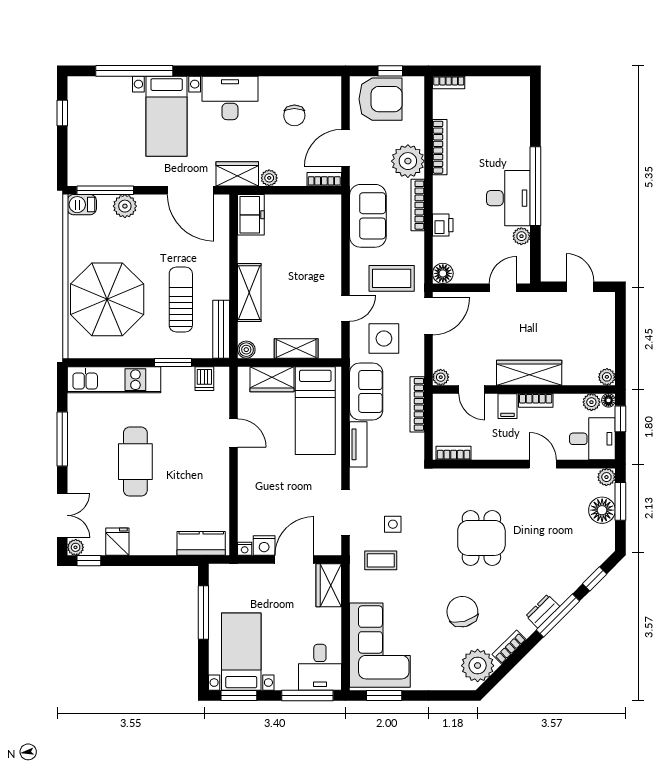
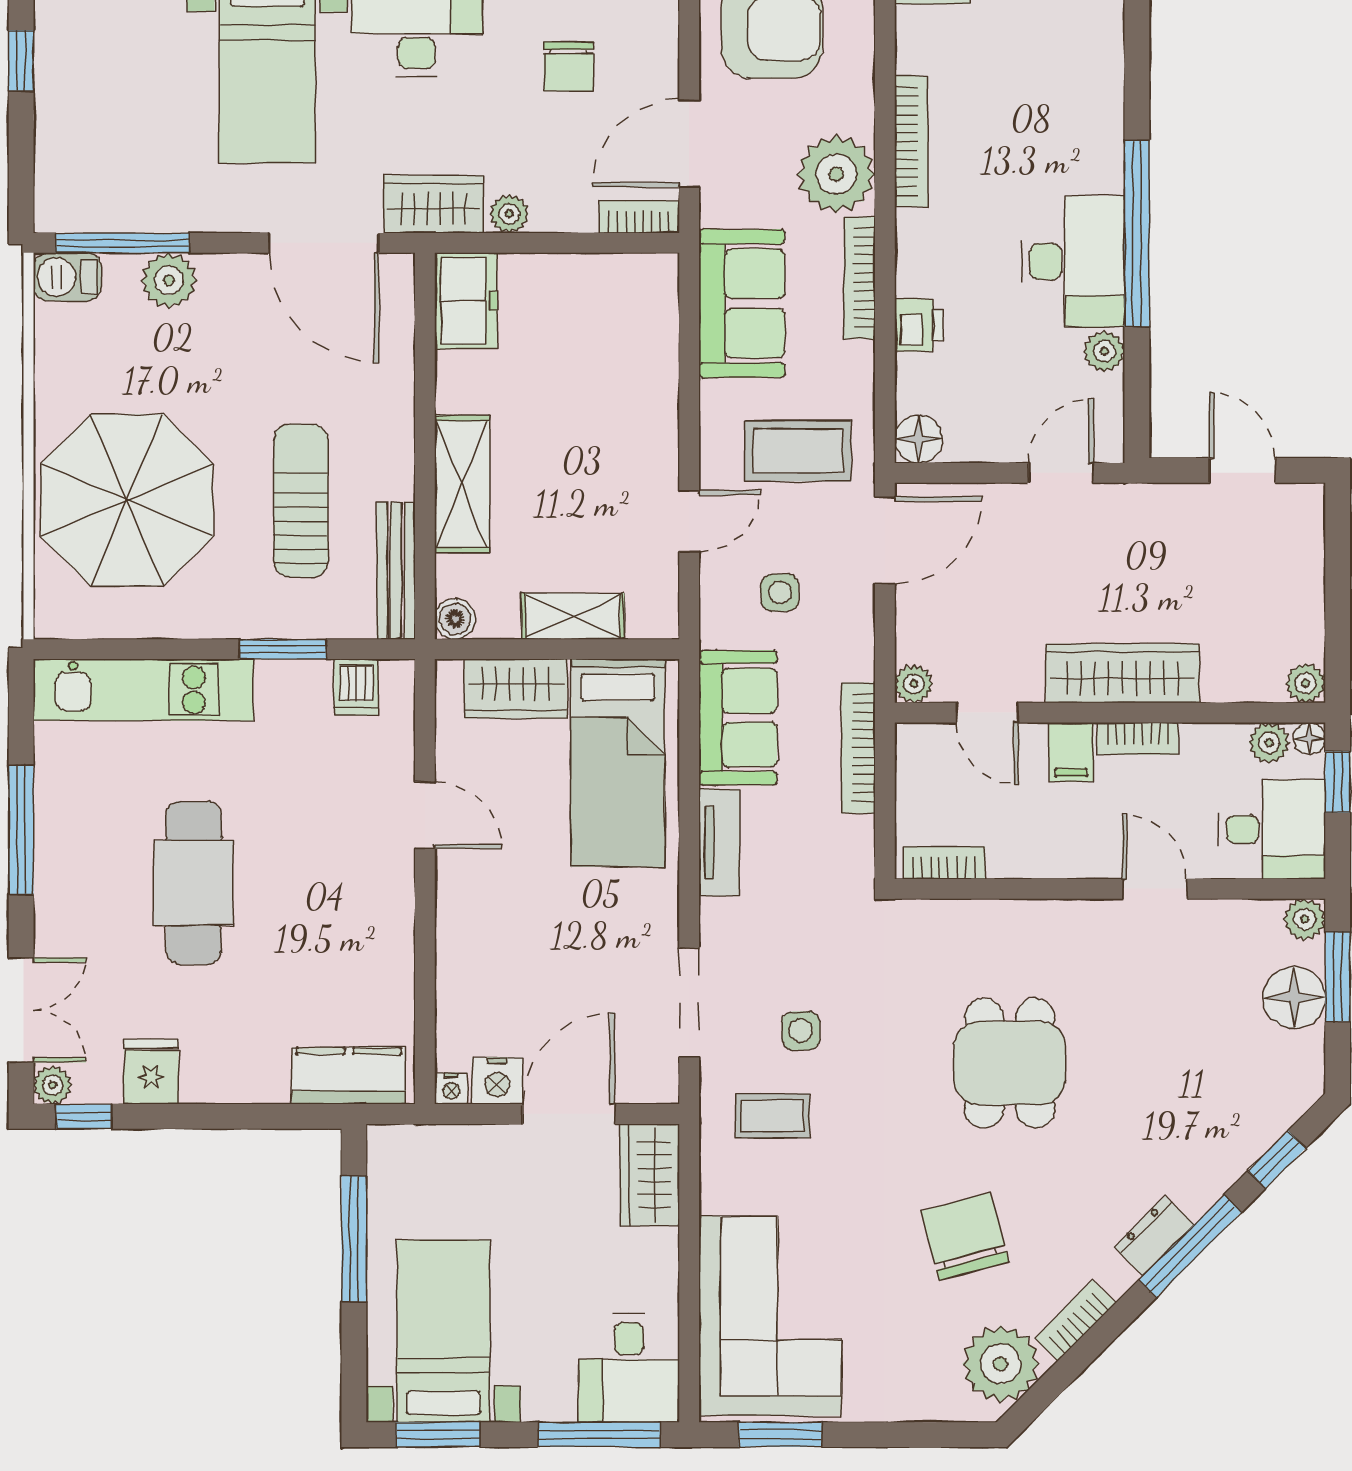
side table: (384, 338) -> (780, 593), width x0.54, depth x0.54

